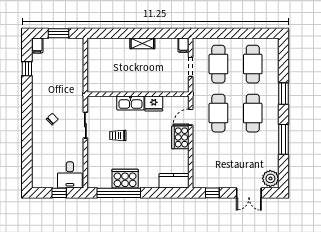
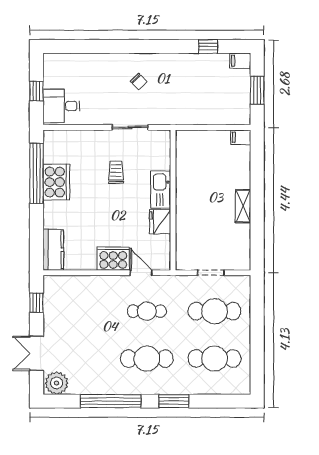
filing cabinet: (183, 45) -> (241, 137), moved
cafe table: (218, 113) -> (147, 311), width x0.73, depth x0.74
window: (284, 139) -> (111, 401), width x1.46

